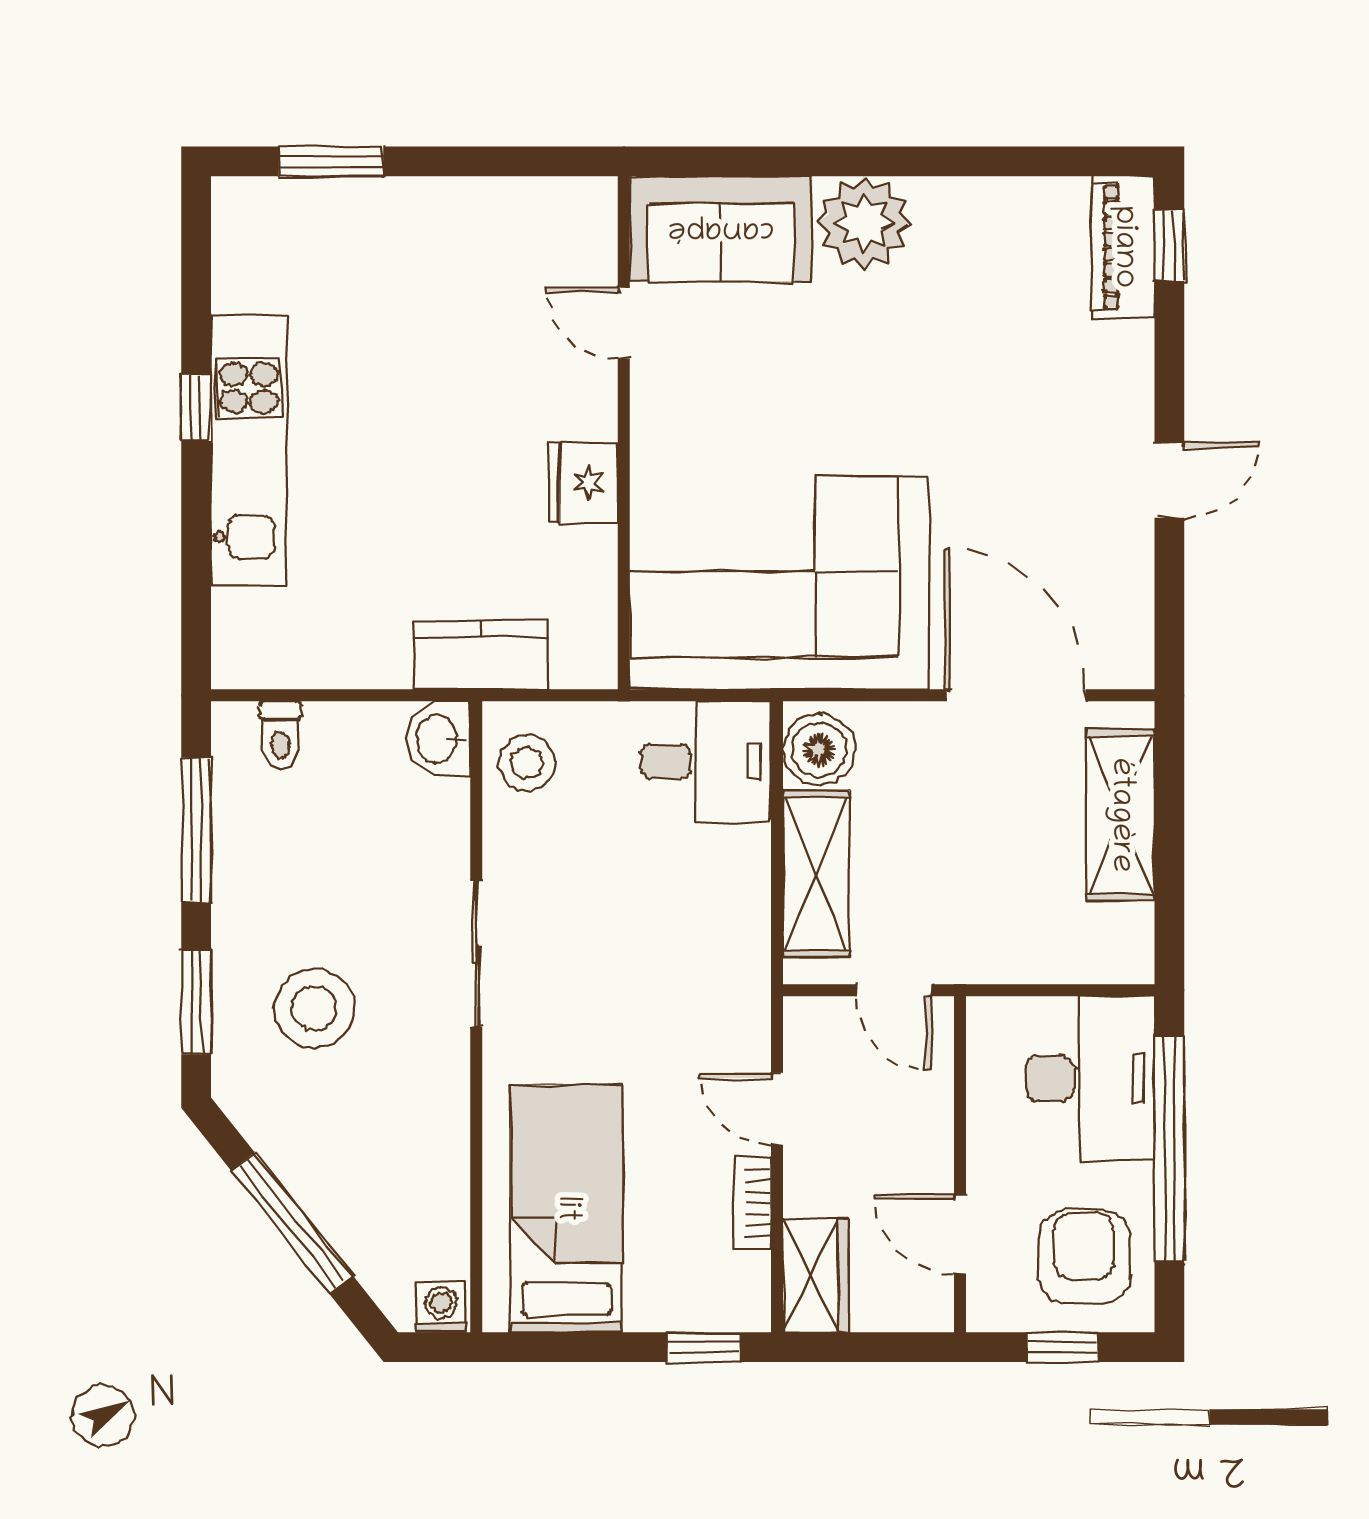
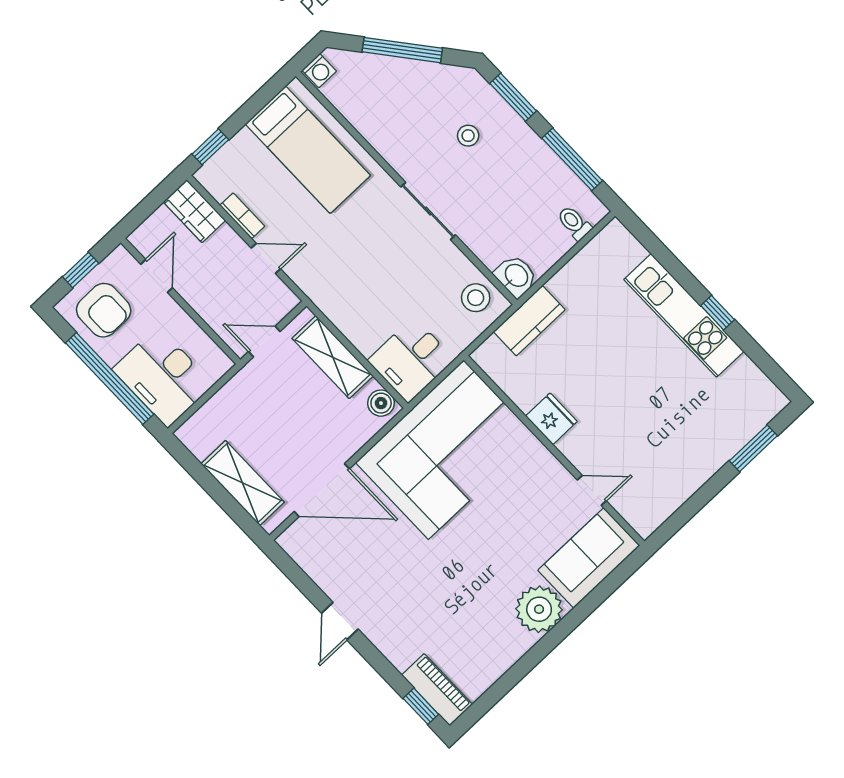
boiler: (819, 750) -> (381, 403), width x0.73, depth x0.73
stool: (314, 1008) -> (468, 136), width x0.53, depth x0.53
door: (960, 1234) -> (157, 276), hinge flipped

